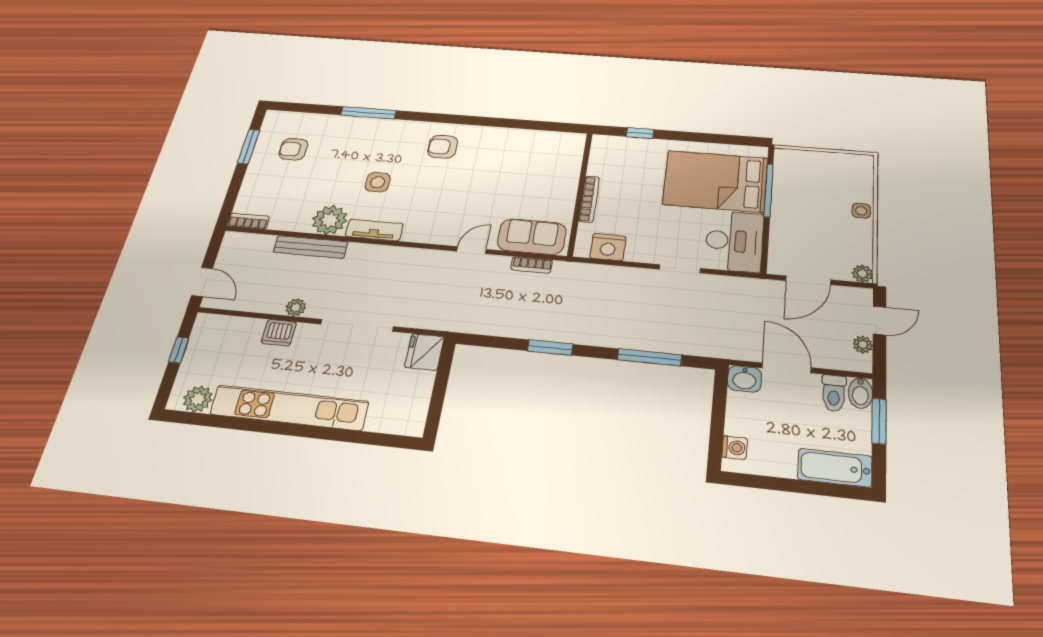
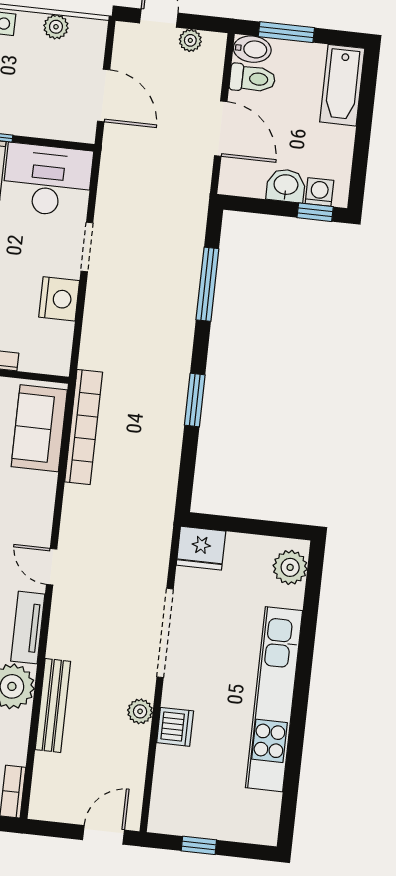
nightstand: (608, 247) -> (59, 299), moved
door: (471, 250) -> (52, 567), moved
bookcase: (532, 265) -> (84, 427), width x2.31, depth x1.31
plant: (863, 274) -> (56, 27), moved
door: (787, 368) -> (221, 129), swing flipped
washbasin: (744, 379) -> (286, 186), moved, turned -90
plant: (198, 399) -> (290, 567), moved
window: (716, 444) -> (315, 212), added

